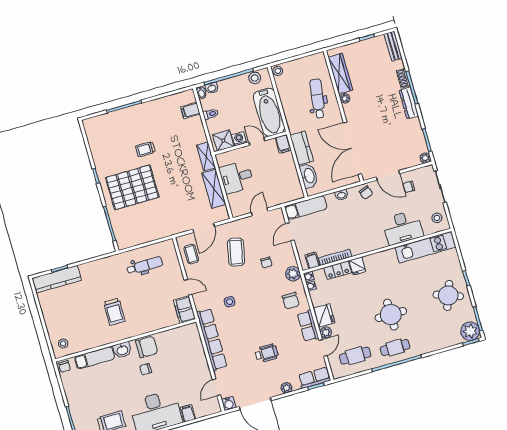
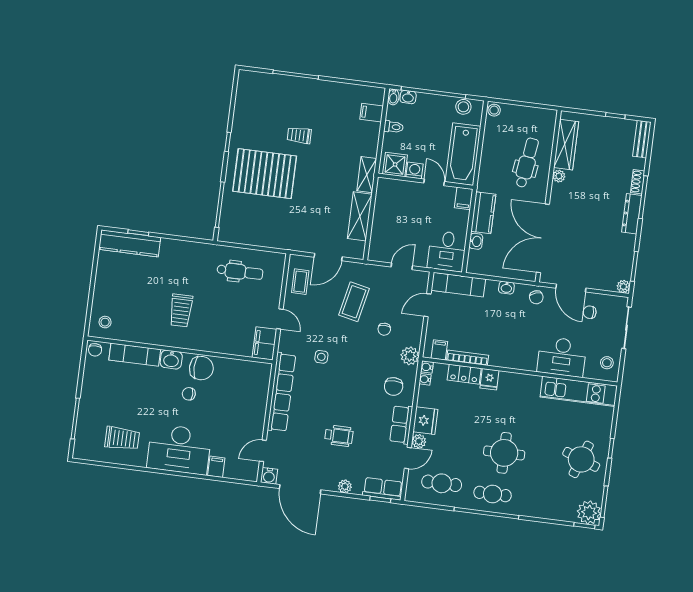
washbasin: (309, 176) -> (476, 241), width x0.52, depth x0.69
desk: (237, 177) -> (447, 251), moved, turned -90

